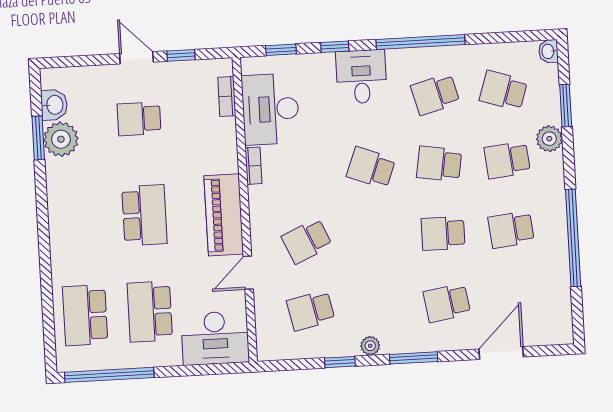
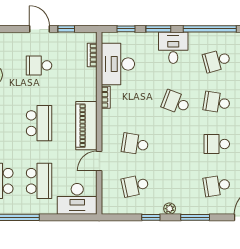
window: (335, 47) -> (158, 29), width x1.50
school desk: (307, 241) -> (135, 144), turned 33
school desk: (150, 312) -> (39, 181), turned 180

